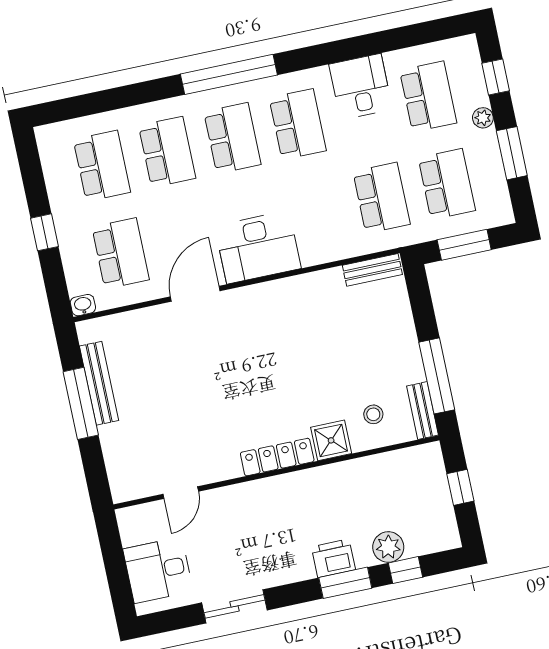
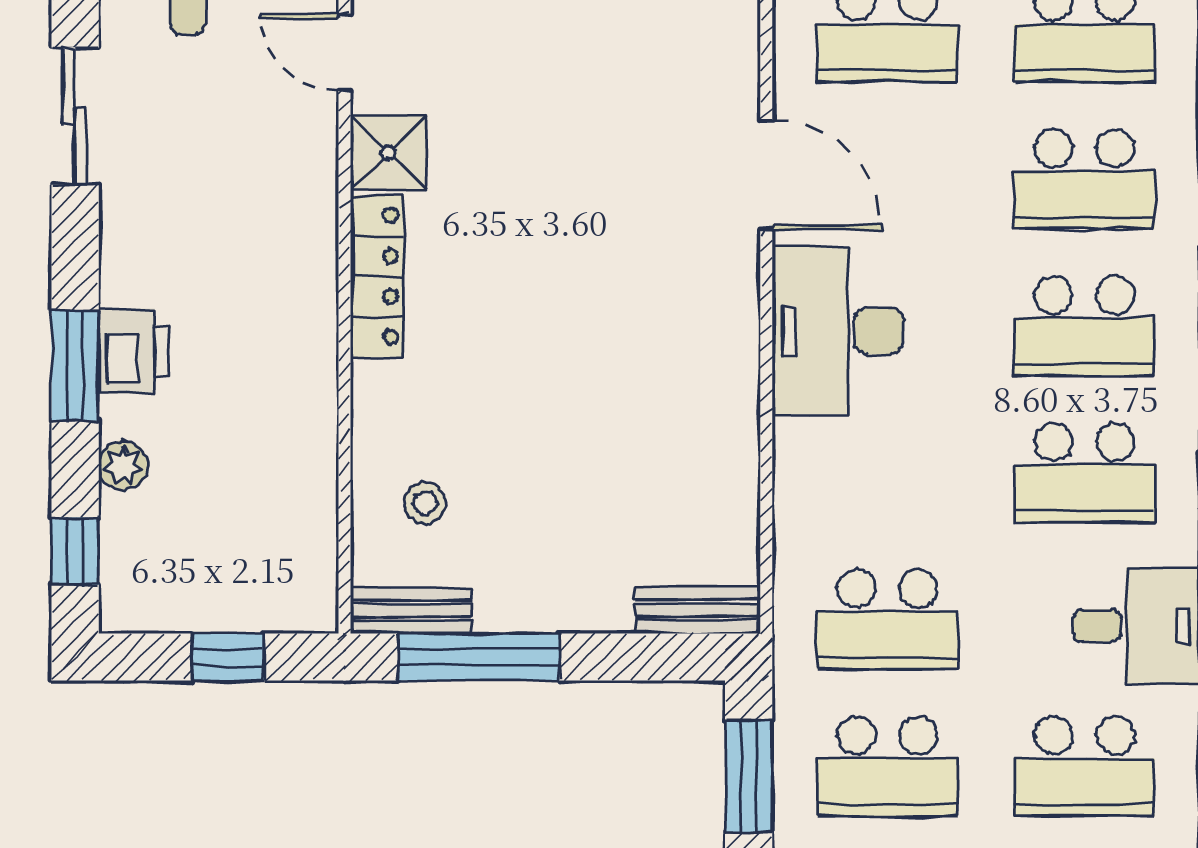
bench: (372, 270) -> (698, 610), moved, turned 90
shower: (331, 440) -> (388, 153), moved
plant: (388, 547) -> (123, 465), width x0.73, depth x0.73
window: (405, 570) -> (75, 551), moved

